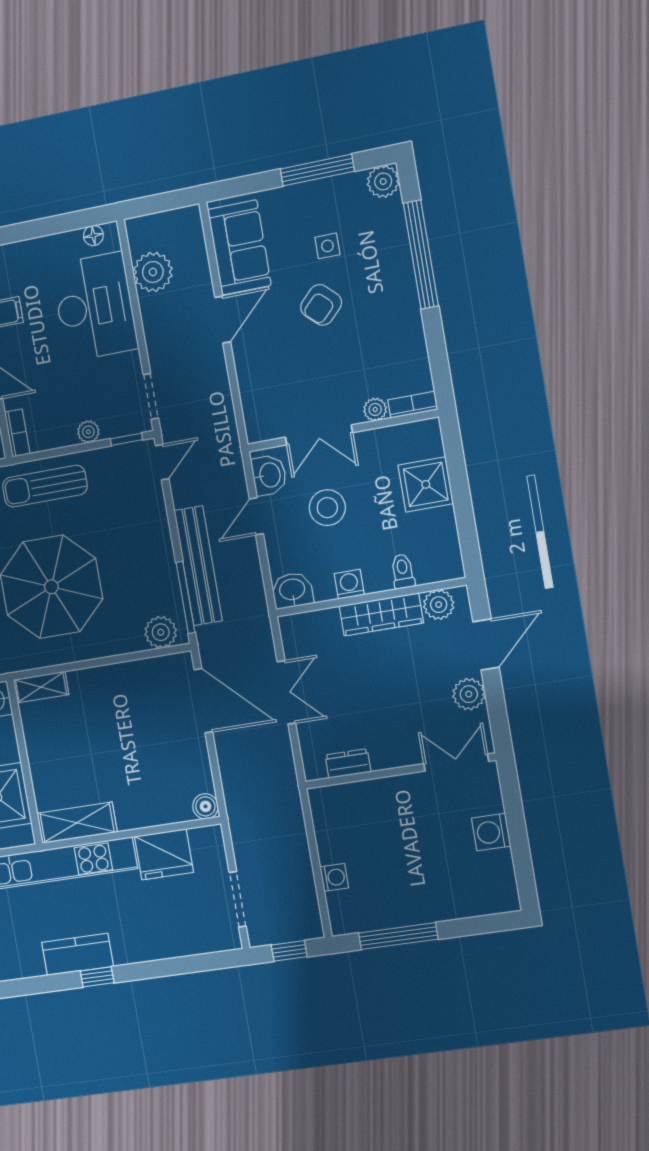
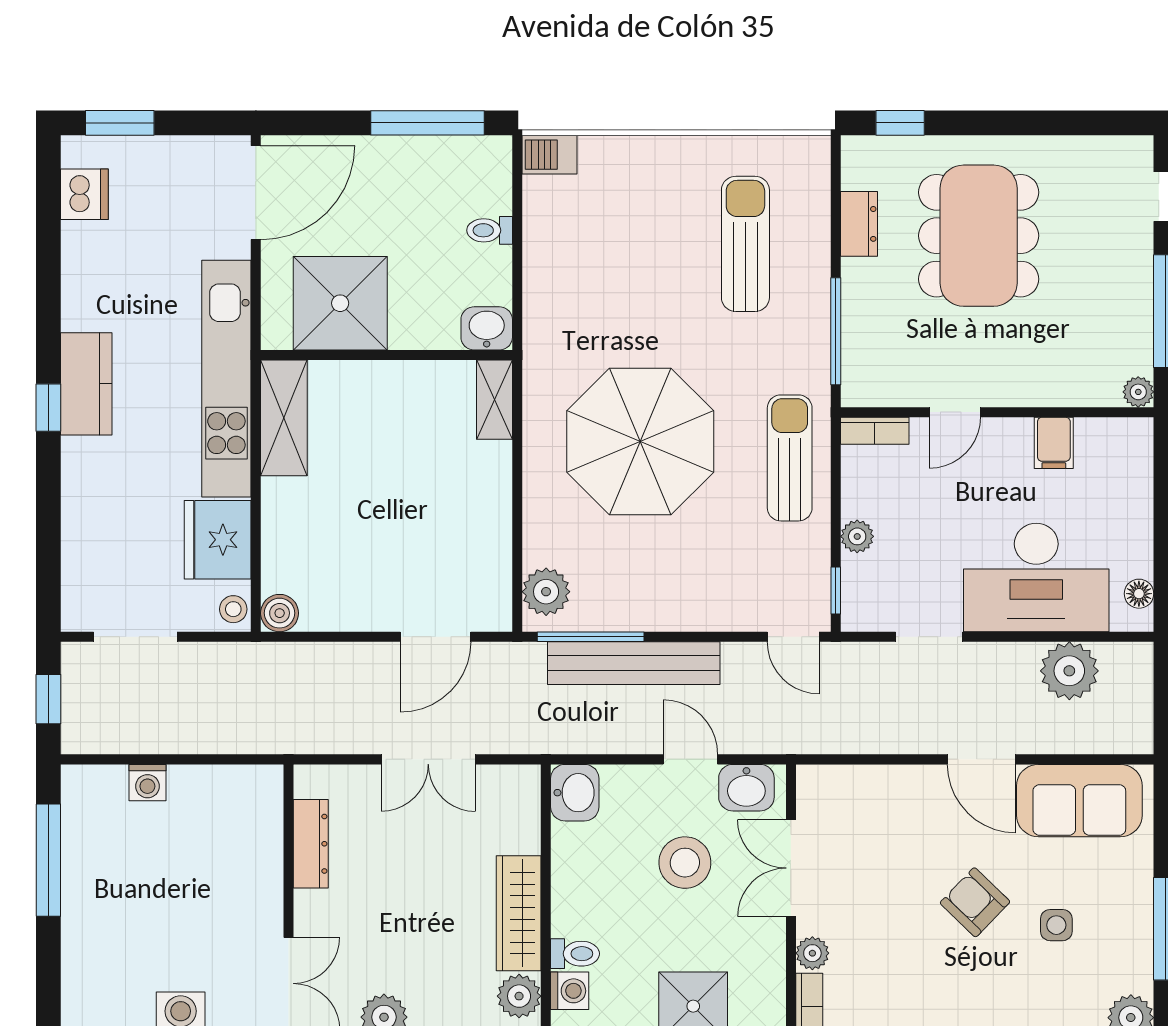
doorway: (151, 396) -> (929, 637), moved
washing machine: (349, 584) -> (570, 991), moved
door: (203, 701) -> (435, 637), width x0.73
dresser: (348, 763) -> (311, 844), width x1.44
stool: (208, 837) -> (233, 609), added

